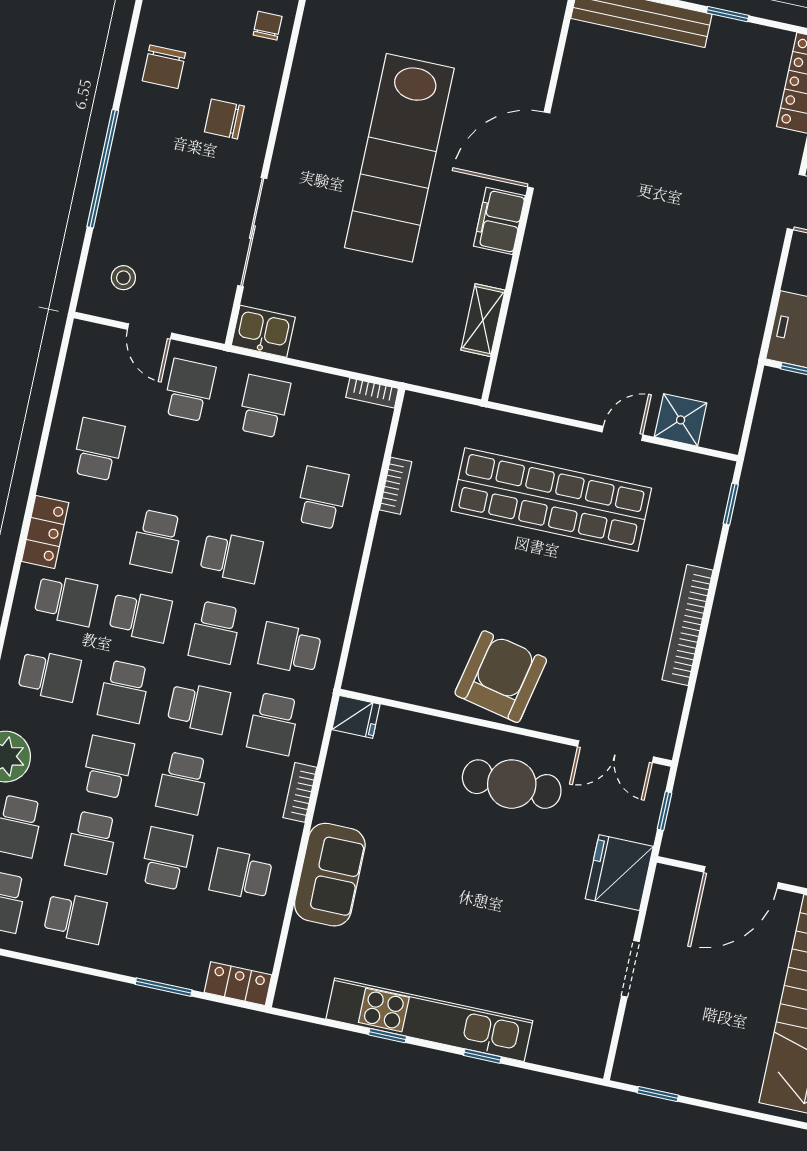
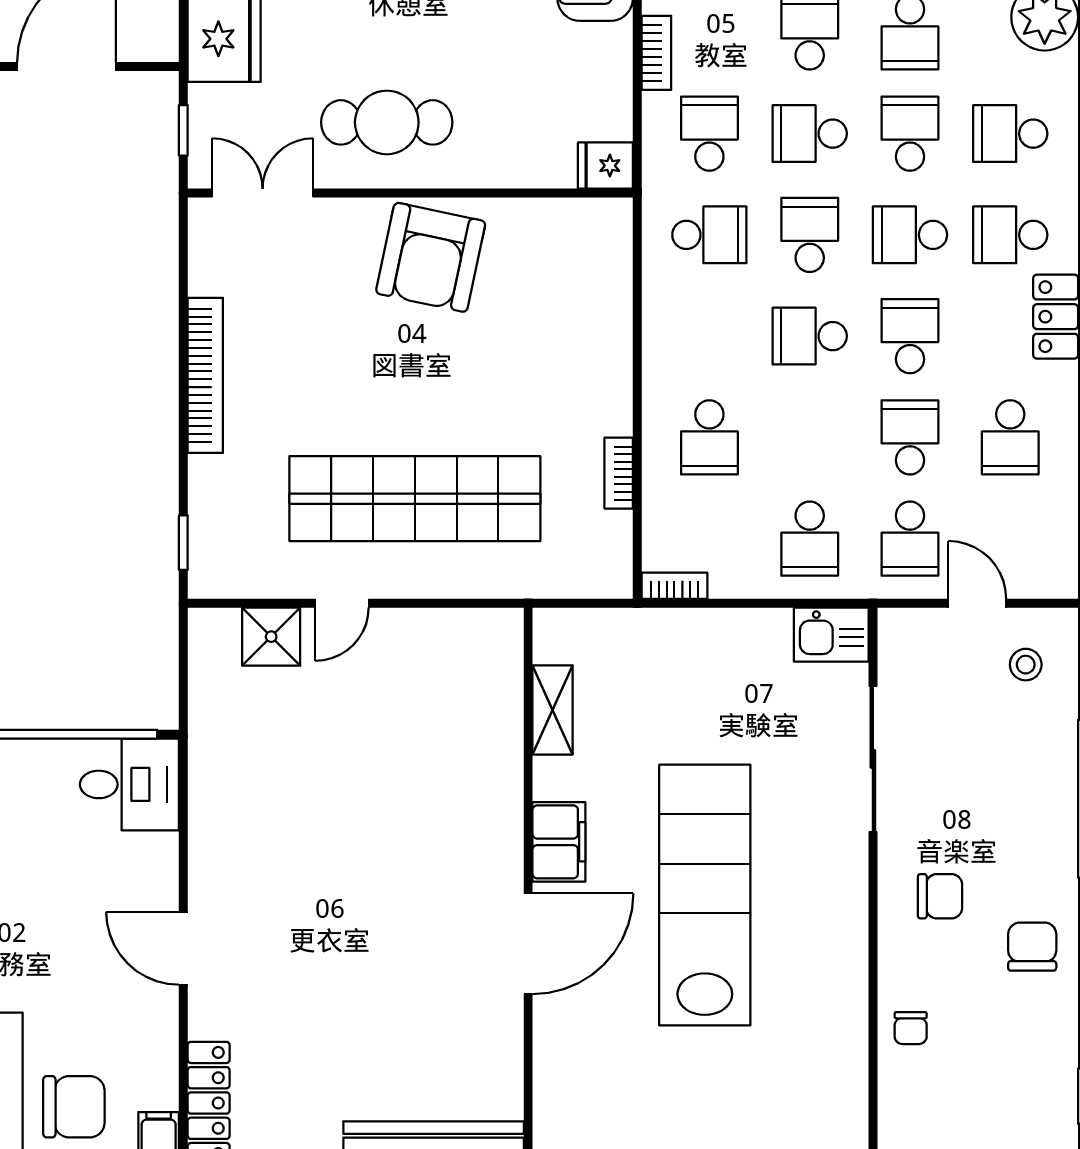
school desk: (173, 465) -> (910, 437), added

